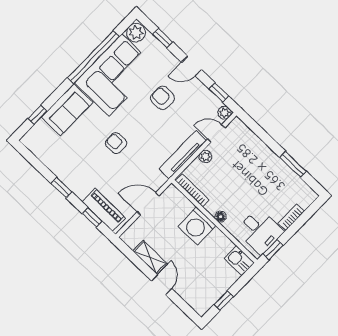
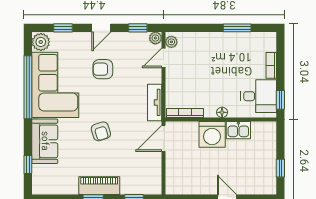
armchair: (116, 143) -> (101, 131), turned -107
tv unit: (183, 155) -> (155, 102), width x0.71
plant: (205, 156) -> (171, 42), moved
door: (148, 204) -> (164, 138), moved
piano: (104, 210) -> (99, 186), moved
shelving: (150, 257) -> (201, 187), removed
kitchen sink: (239, 261) -> (238, 130), moved

